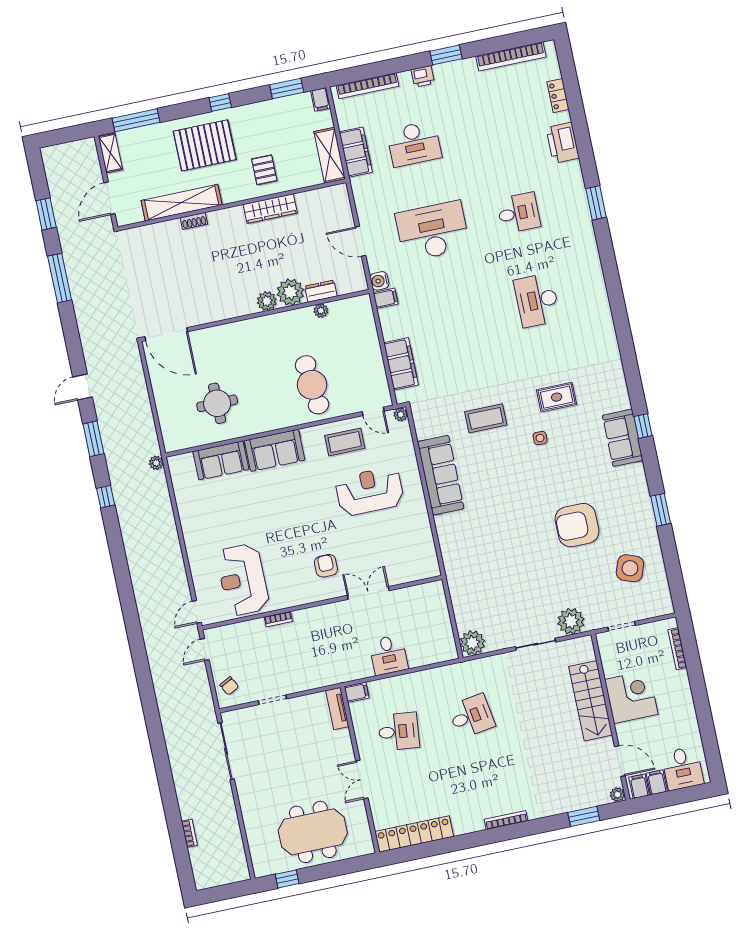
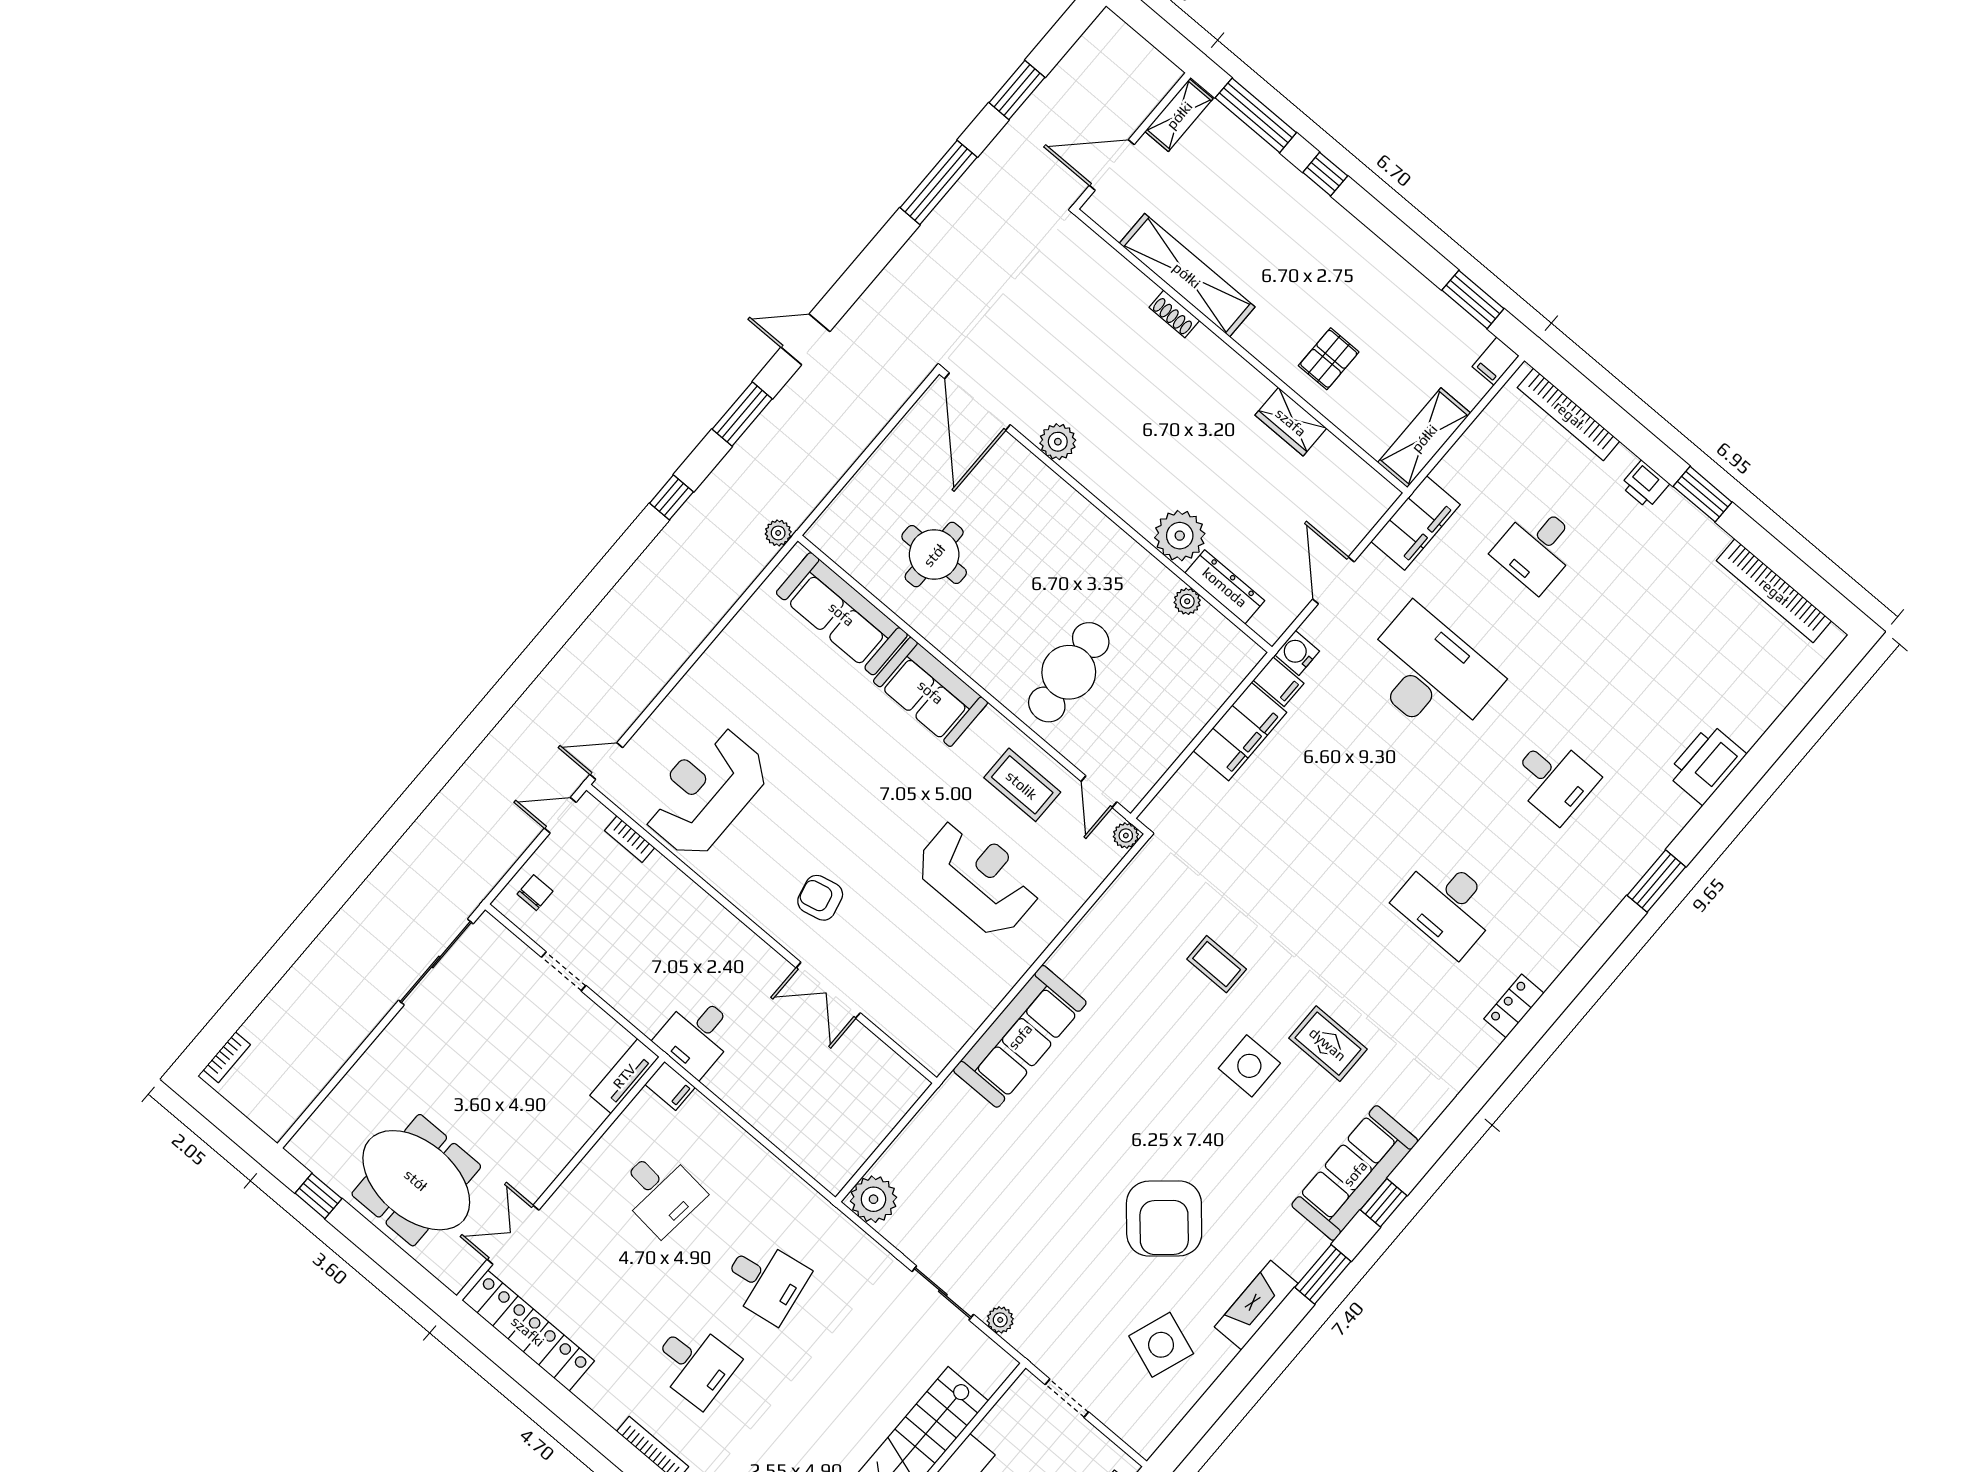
locker: (558, 96) -> (1514, 1006), moved
window: (220, 103) -> (1325, 174), moved
desk: (414, 144) -> (1537, 548), width x0.73
pallet: (205, 145) -> (1297, 244), removed
filing cabinet: (356, 152) -> (1416, 523), moved
wardrobe: (270, 209) -> (1291, 422), width x0.67
dresser: (321, 291) -> (1225, 587), width x1.44
desk: (537, 300) -> (1447, 905), turned -90
plant: (267, 301) -> (1058, 442), moved
filing cabinet: (401, 364) -> (1240, 732), moved
coffee table: (486, 418) -> (1217, 964), width x0.73, depth x0.77
side table: (540, 438) -> (1249, 1066), width x1.87, depth x1.87
sofa: (623, 438) -> (1355, 1173), width x1.36
sofa: (221, 460) -> (842, 614), width x1.36
sofa: (441, 475) -> (1020, 1036), moved
window: (661, 510) -> (1323, 1274), moved
fireplace: (645, 515) -> (1256, 1305), added
armchair: (577, 525) -> (1164, 1218), turned -131
armchair: (326, 566) -> (820, 898), turned -103
double door: (368, 593) -> (828, 990), swing flipped
bookcase: (278, 619) -> (630, 839), moved
plant: (571, 621) -> (1000, 1320), width x0.53, depth x0.53
desk: (388, 655) -> (697, 1036), moved
chair: (229, 686) -> (535, 893), turned -153
desk: (484, 774) -> (695, 1364), added
double door: (362, 780) -> (513, 1235), moved
bookcase: (189, 833) -> (227, 1057), moved

